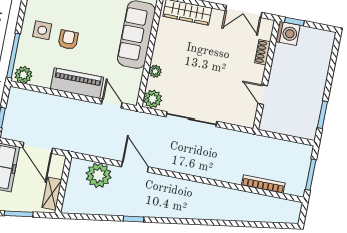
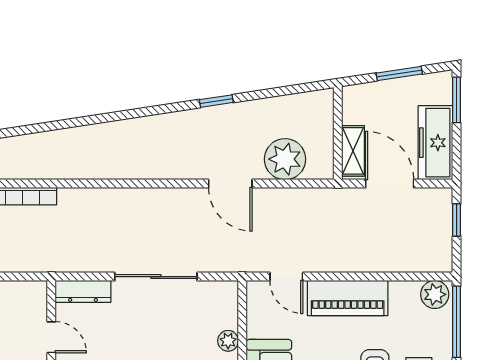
plant: (153, 99) -> (223, 296), removed
dresser: (238, 119) -> (83, 291), added
shelving: (52, 194) -> (353, 151), moved

